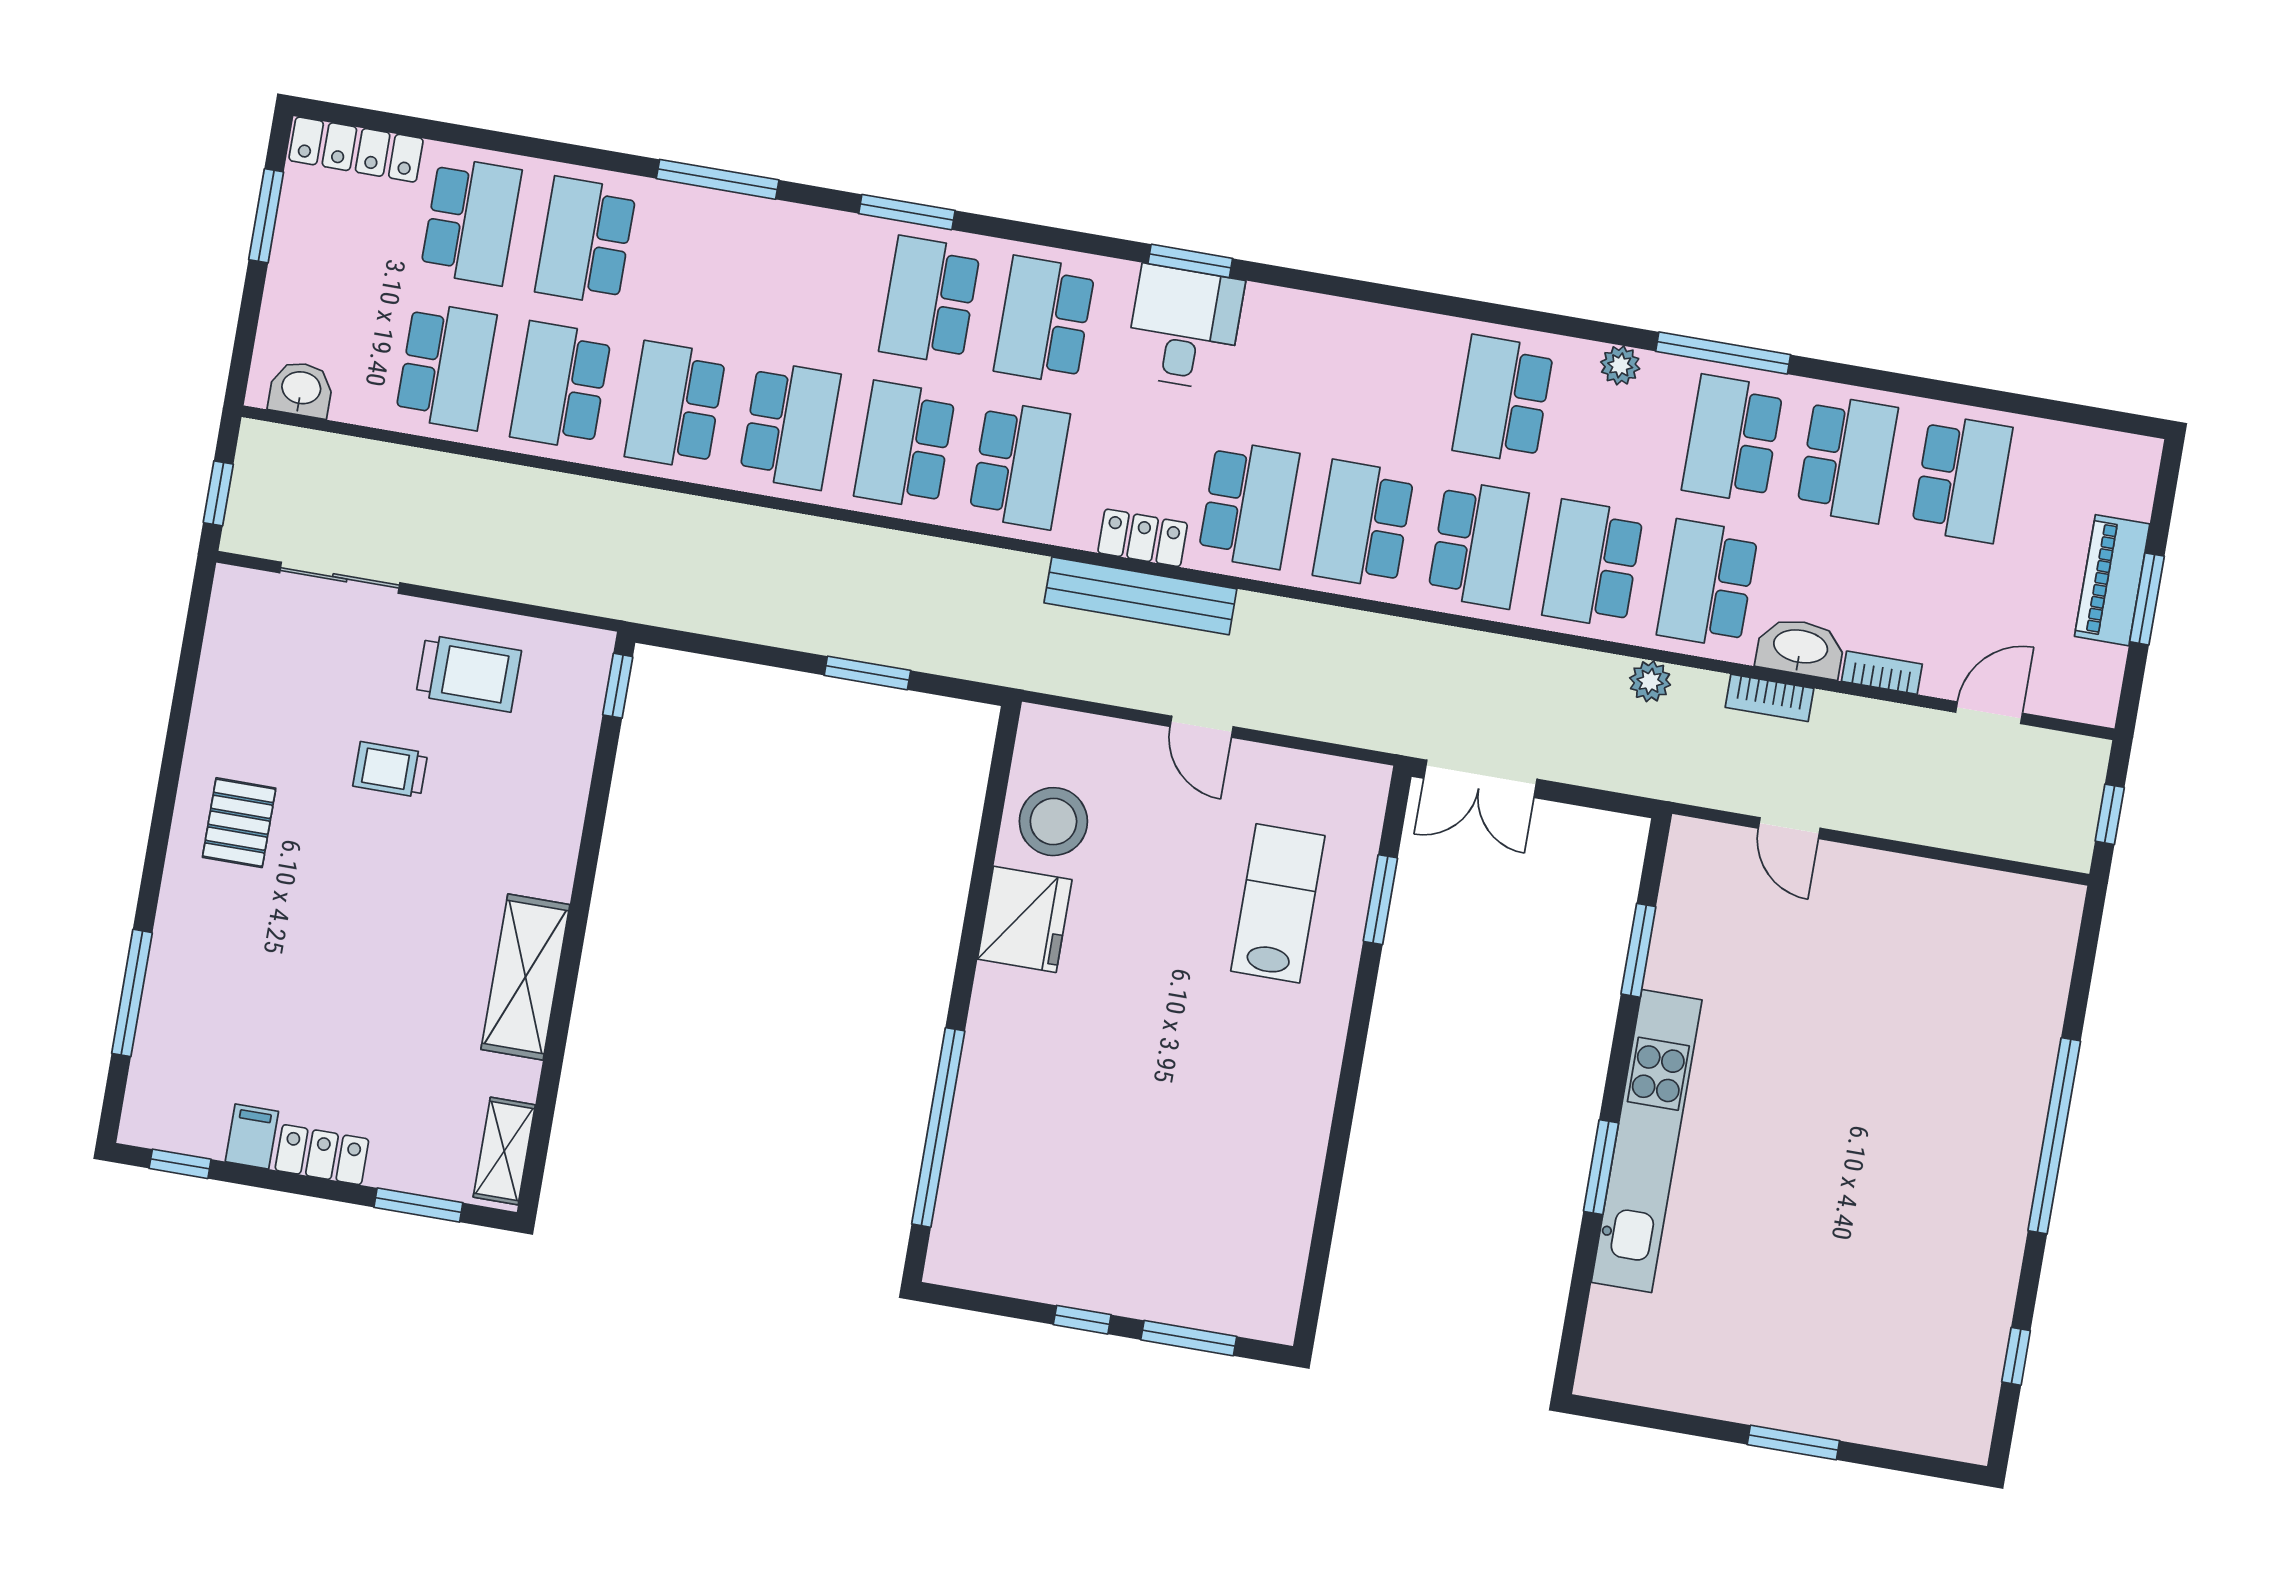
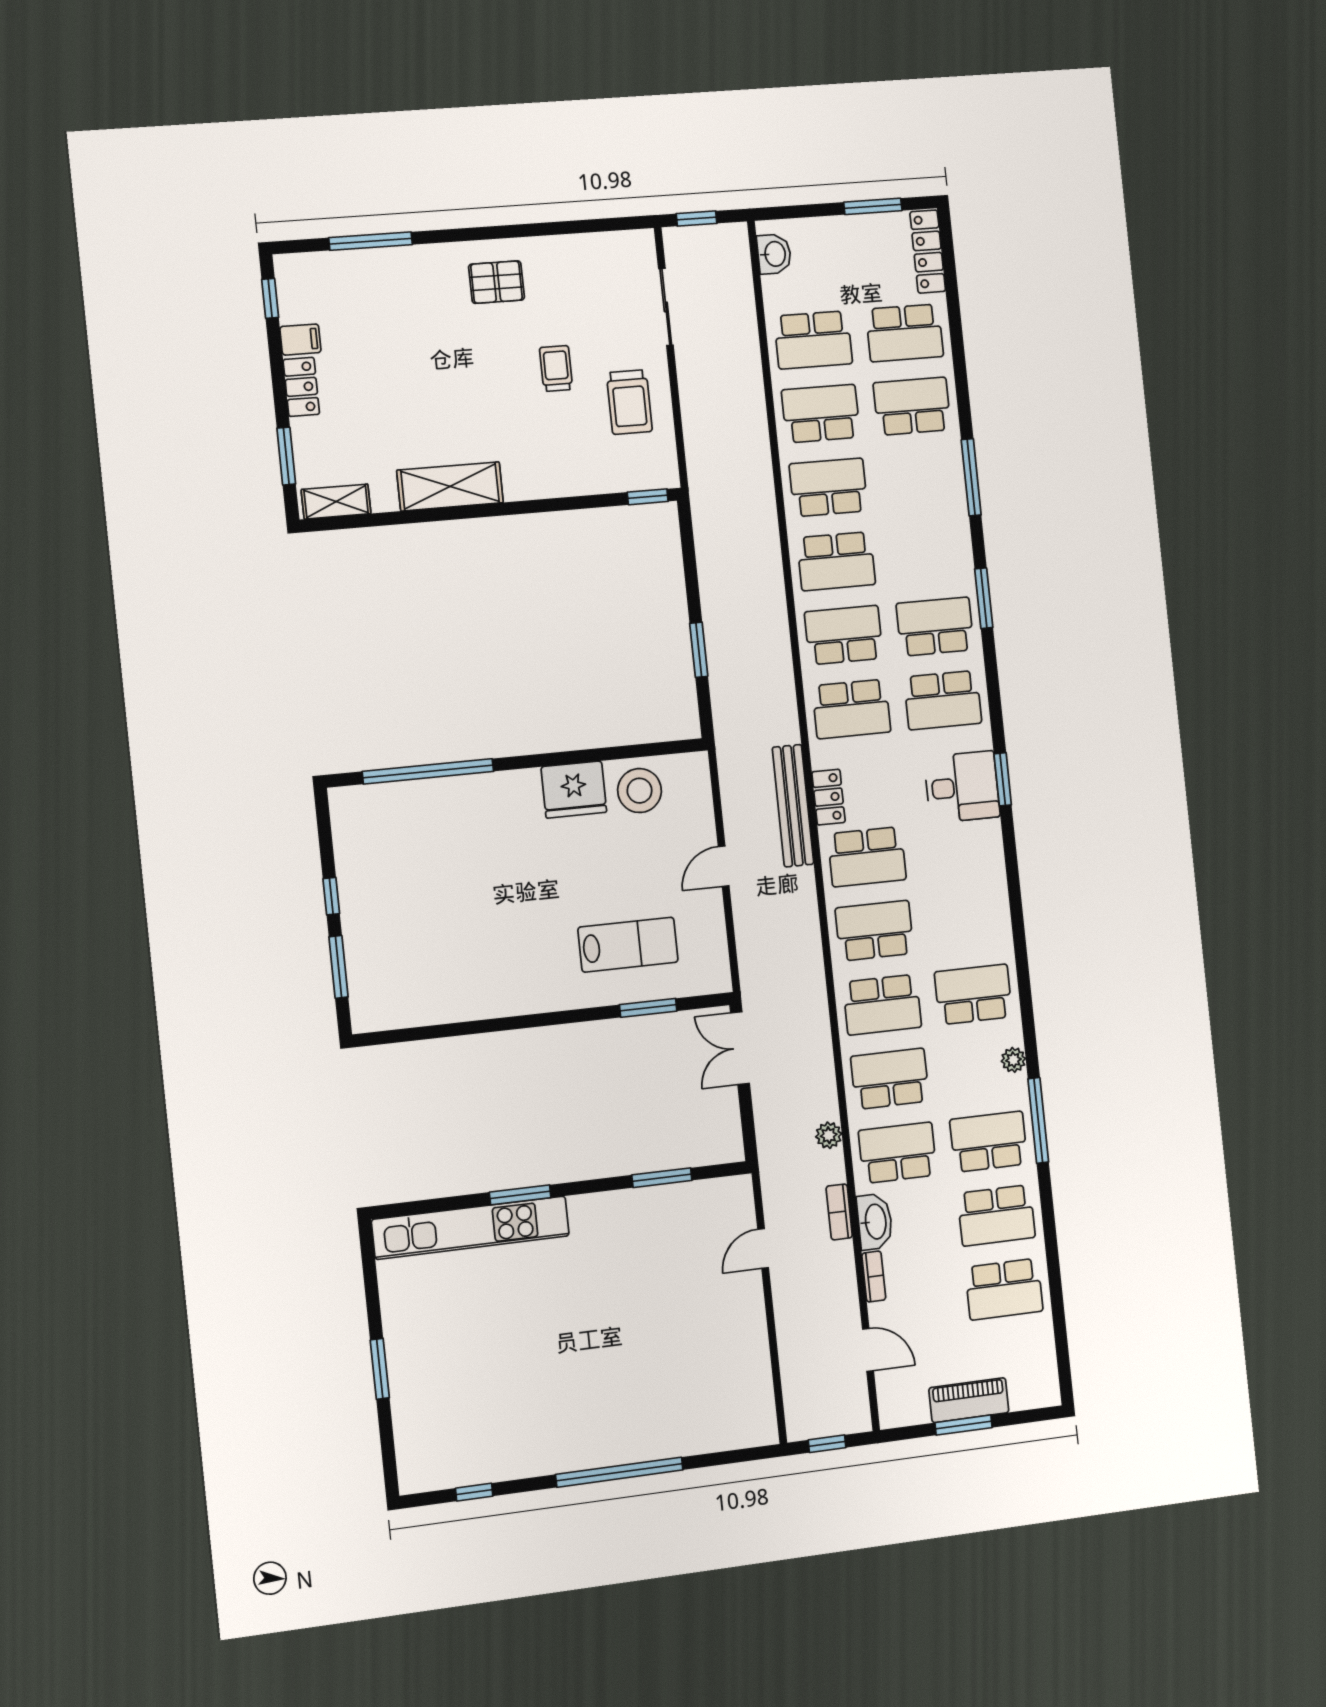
school desk: (1044, 320) -> (943, 700), turned 180
kitchen unit: (1647, 1141) -> (471, 1228), moved

